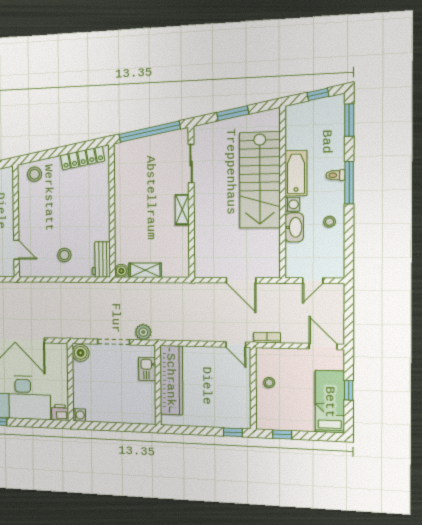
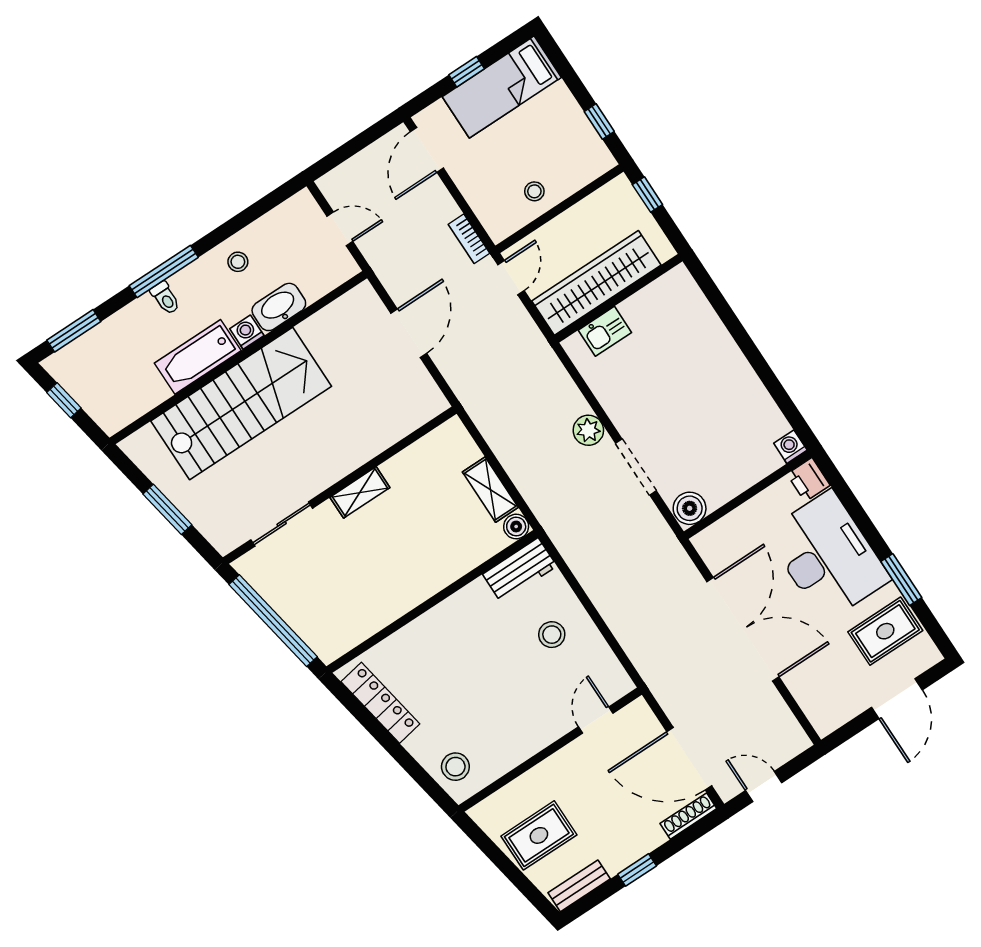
kitchen sink: (147, 369) -> (605, 331), moved
wardrobe: (171, 380) -> (596, 283), moved
wall: (158, 385) -> (619, 298), moved

